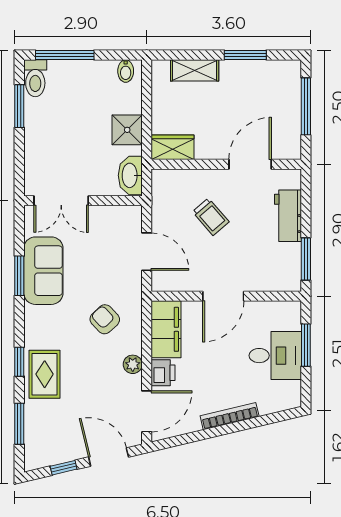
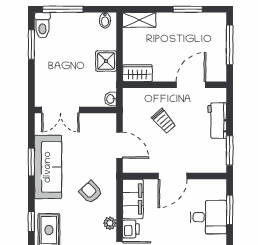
shelving: (195, 70) -> (139, 20), moved
washbasin: (130, 175) -> (111, 99), width x0.52, depth x0.69
sofa: (43, 271) -> (48, 167), width x1.36

